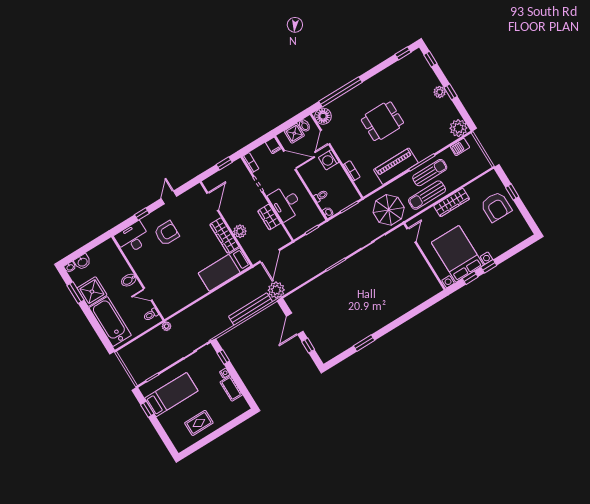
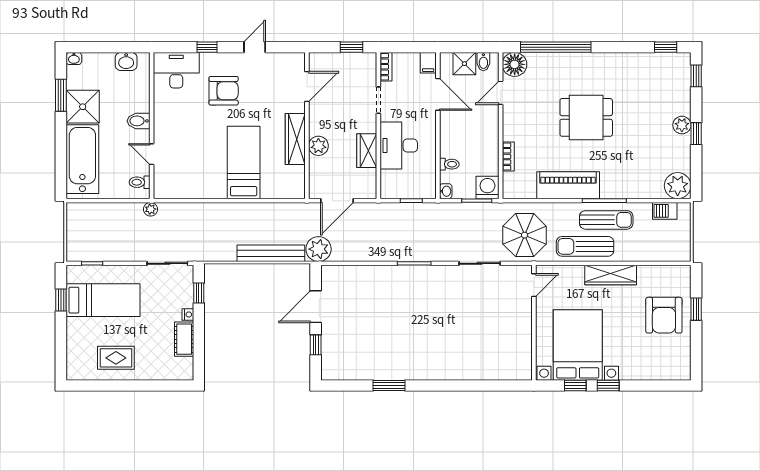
washing machine: (329, 160) -> (487, 187), moved, turned 90
washbasin: (82, 262) -> (126, 61), moved
bed: (225, 269) -> (244, 162), moved, turned 90

